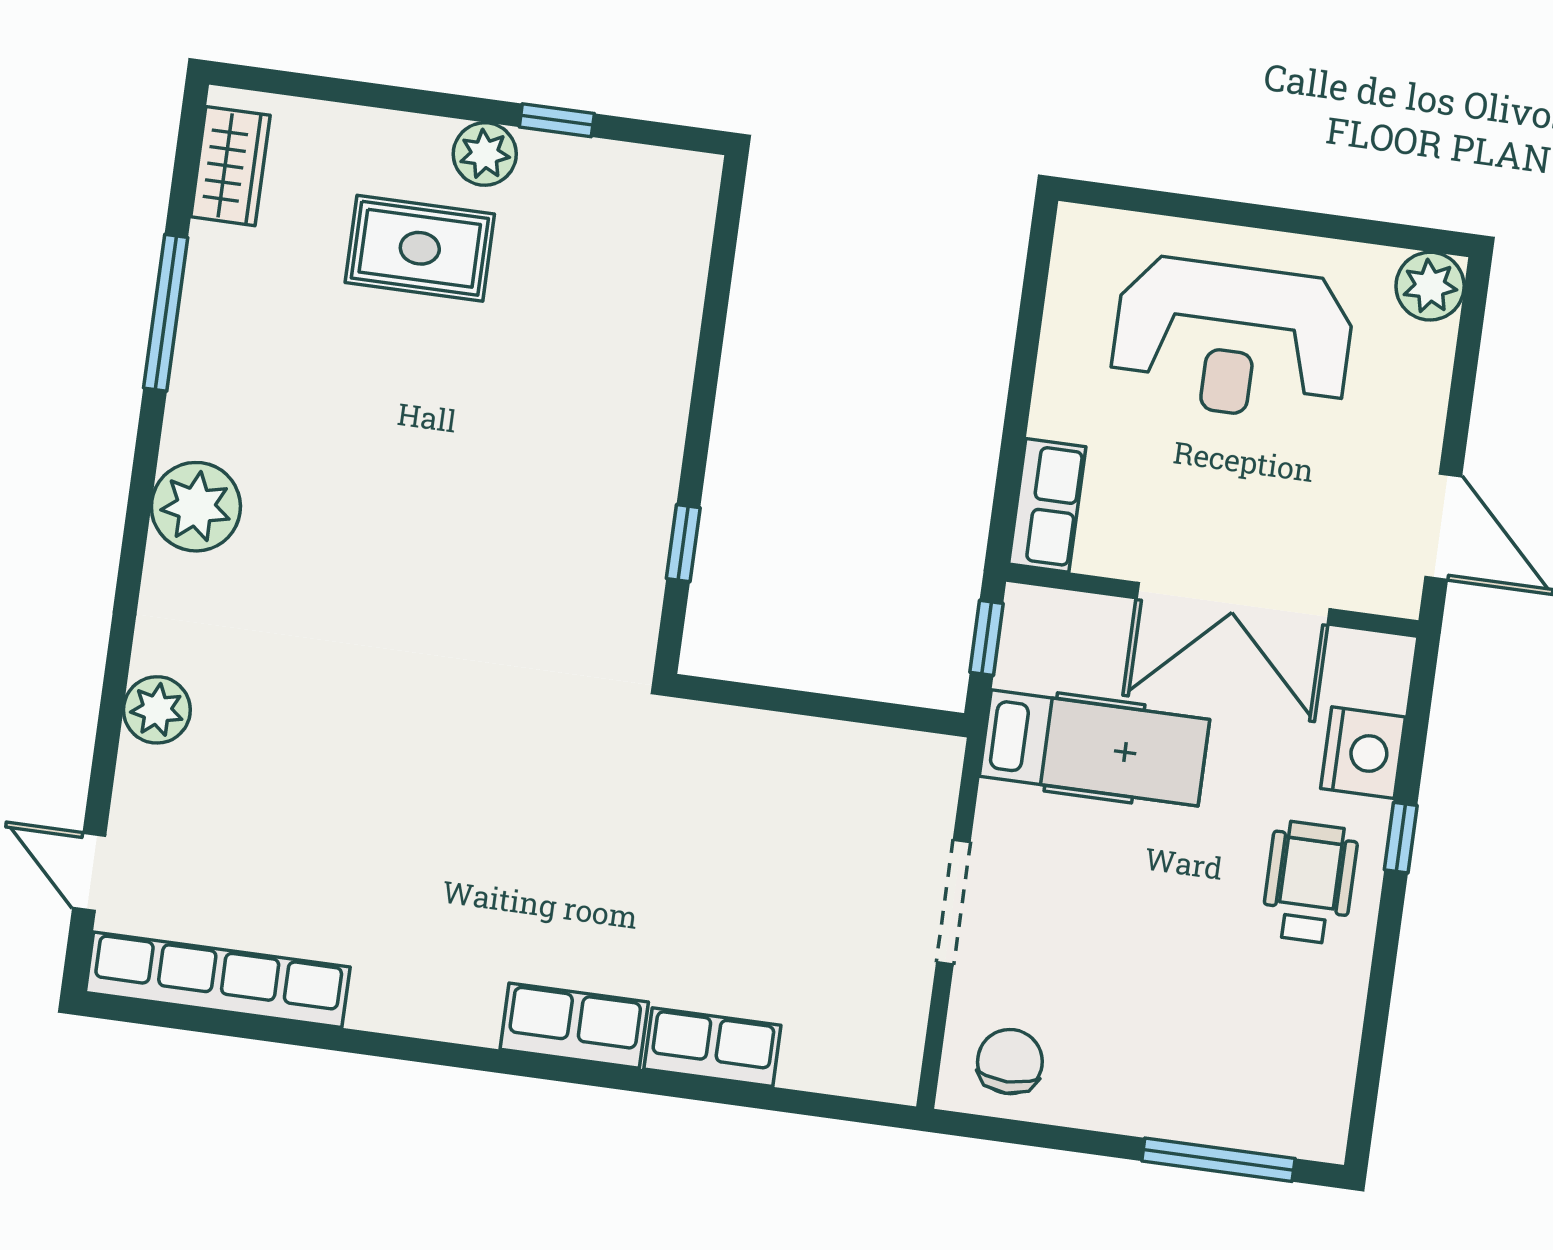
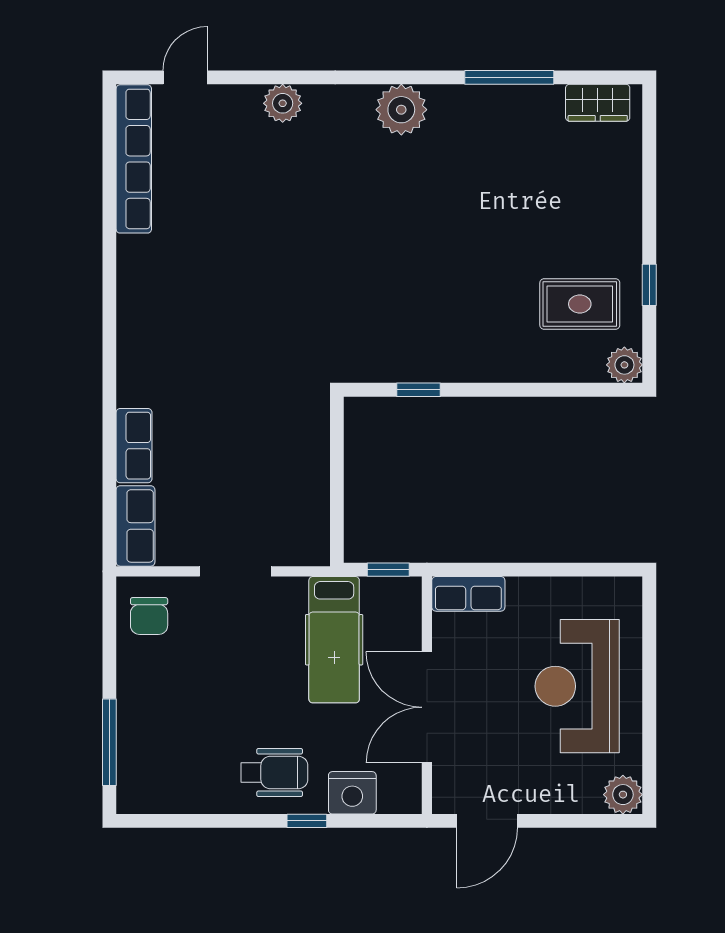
plant: (485, 154) -> (624, 365), moved
rug: (420, 248) -> (580, 304), moved, turned 90
row of seats: (574, 1026) -> (135, 526), moved
chair: (1010, 1062) -> (149, 616), turned 90

